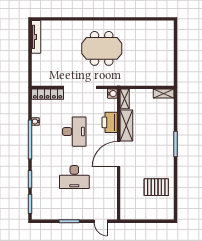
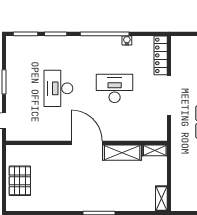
water cooler: (112, 94) -> (161, 135), removed
printer: (110, 122) -> (126, 132), removed
desk: (74, 132) -> (115, 88), turned 180
pallet: (156, 187) -> (20, 181), moved

